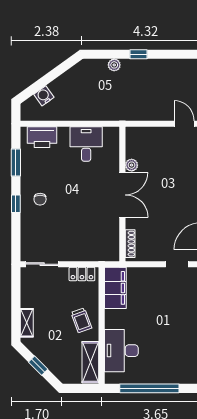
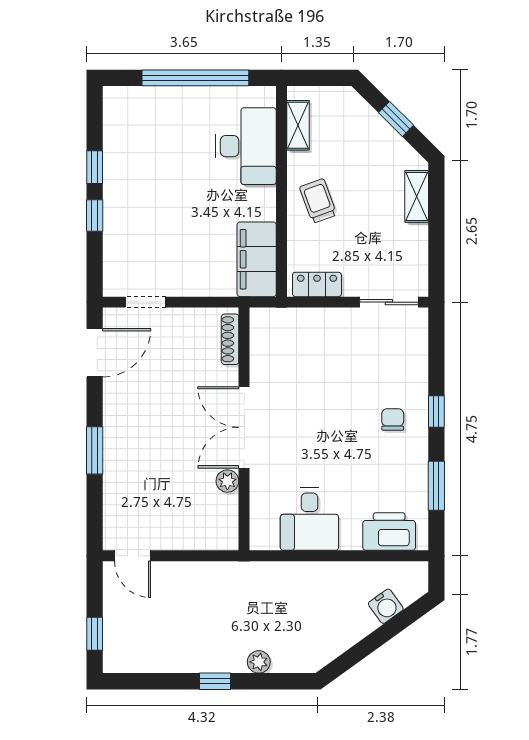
shelving: (90, 362) -> (298, 125), width x0.67, depth x0.75

